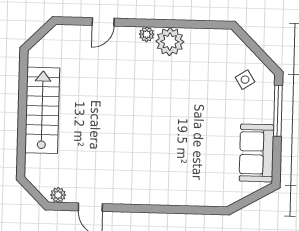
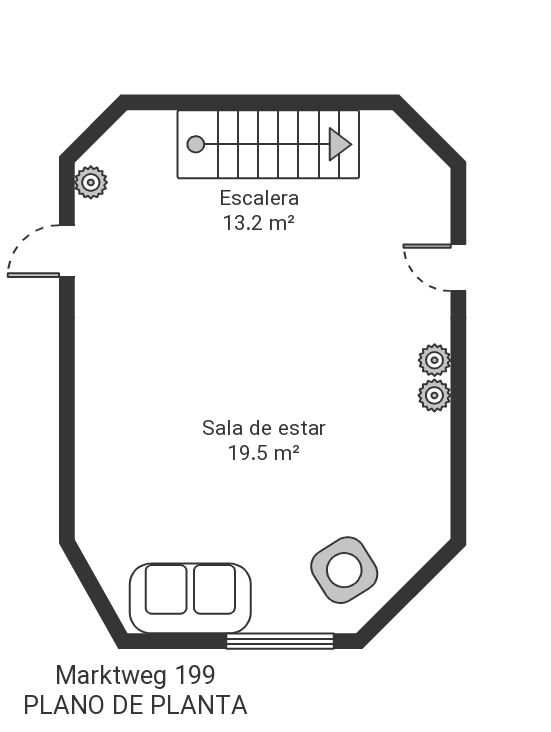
plant: (170, 42) -> (434, 395), width x0.53, depth x0.53
side table: (245, 80) -> (344, 570), width x1.87, depth x1.87

